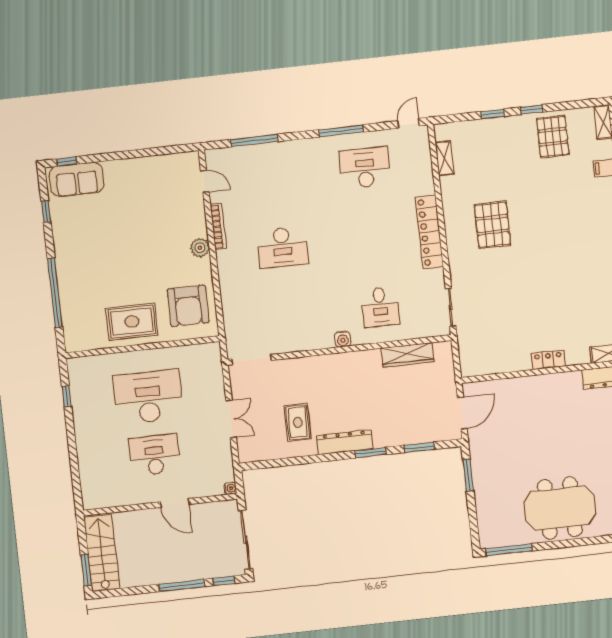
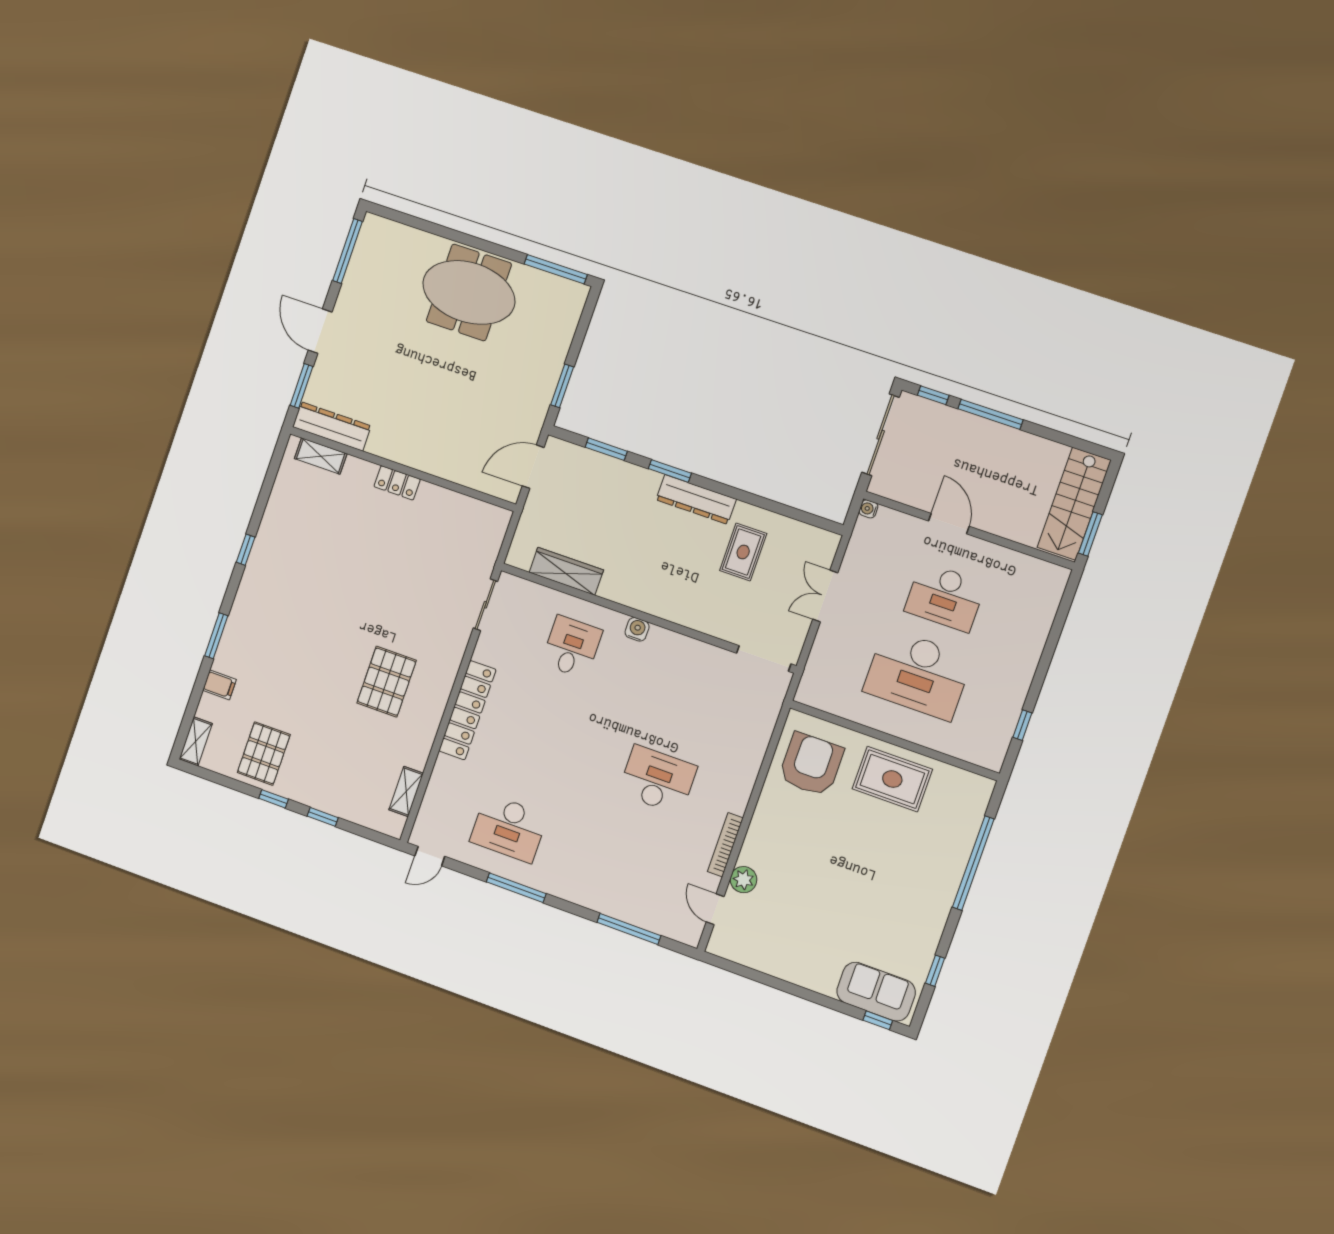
plant: (200, 248) -> (743, 880), moved
window: (86, 570) -> (1090, 534), moved

